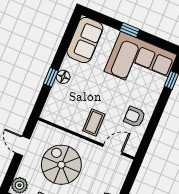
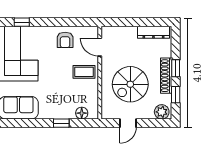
floor lamp: (63, 77) -> (82, 113), moved

